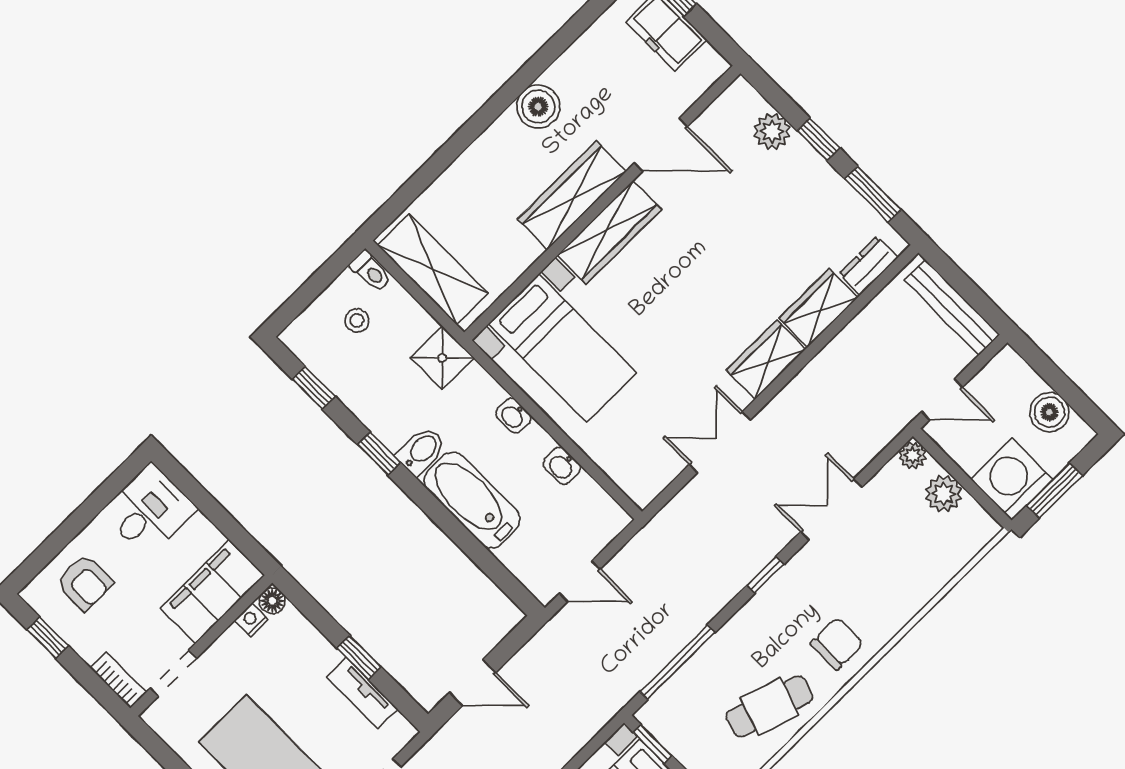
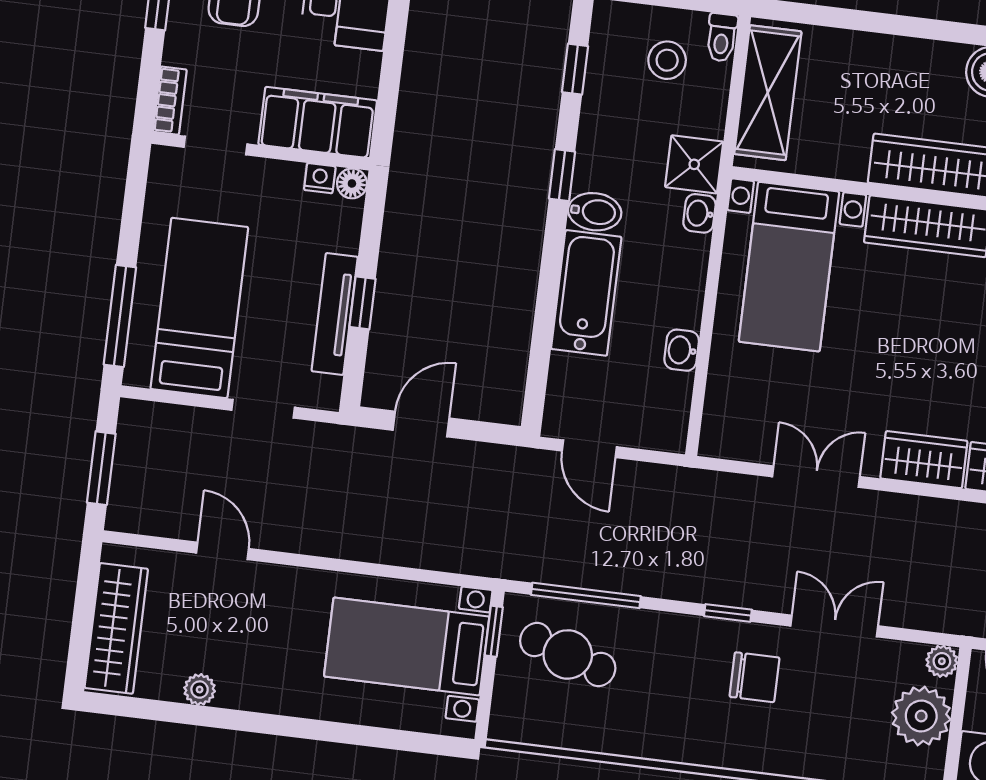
stool: (357, 321) -> (667, 60), width x1.37, depth x1.37
washbasin: (513, 416) -> (699, 213), moved
plant: (944, 494) -> (921, 716), width x1.36, depth x1.36
chair: (837, 644) -> (755, 677), moved
door: (473, 682) -> (421, 424), swing flipped
tv unit: (362, 693) -> (335, 314), width x1.41
cafe table: (769, 706) -> (568, 654), moved

